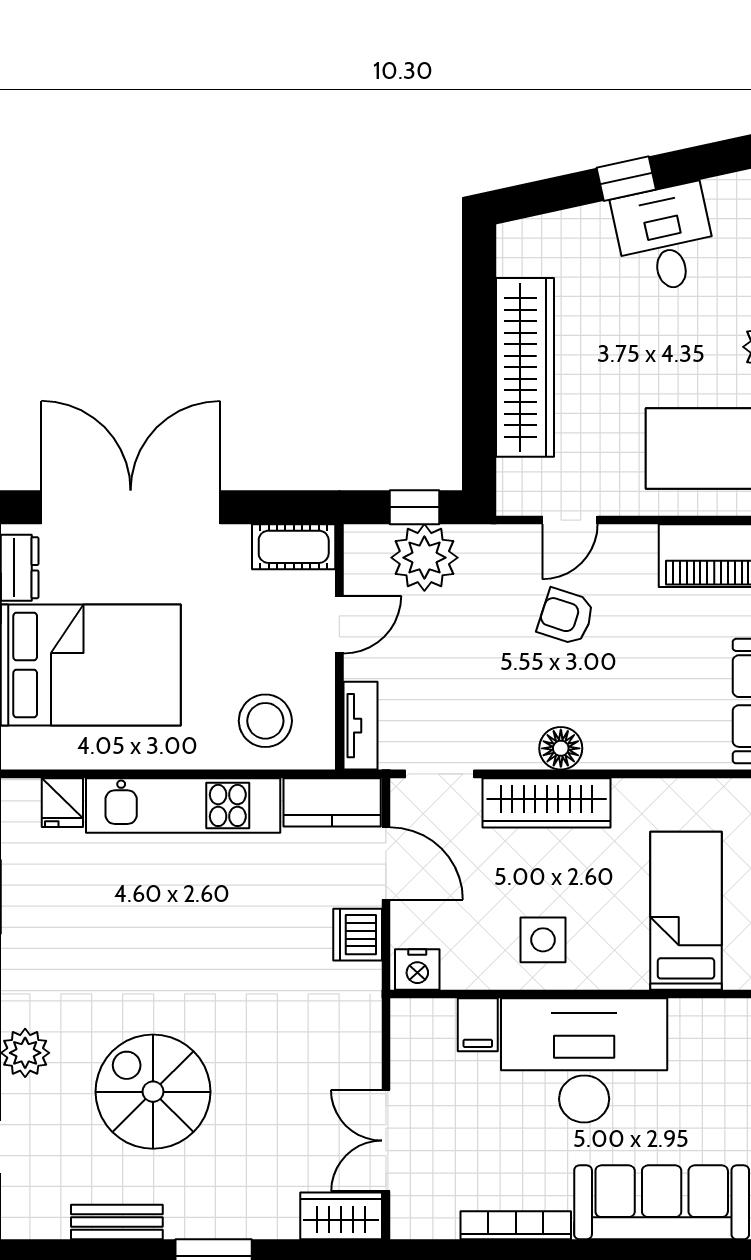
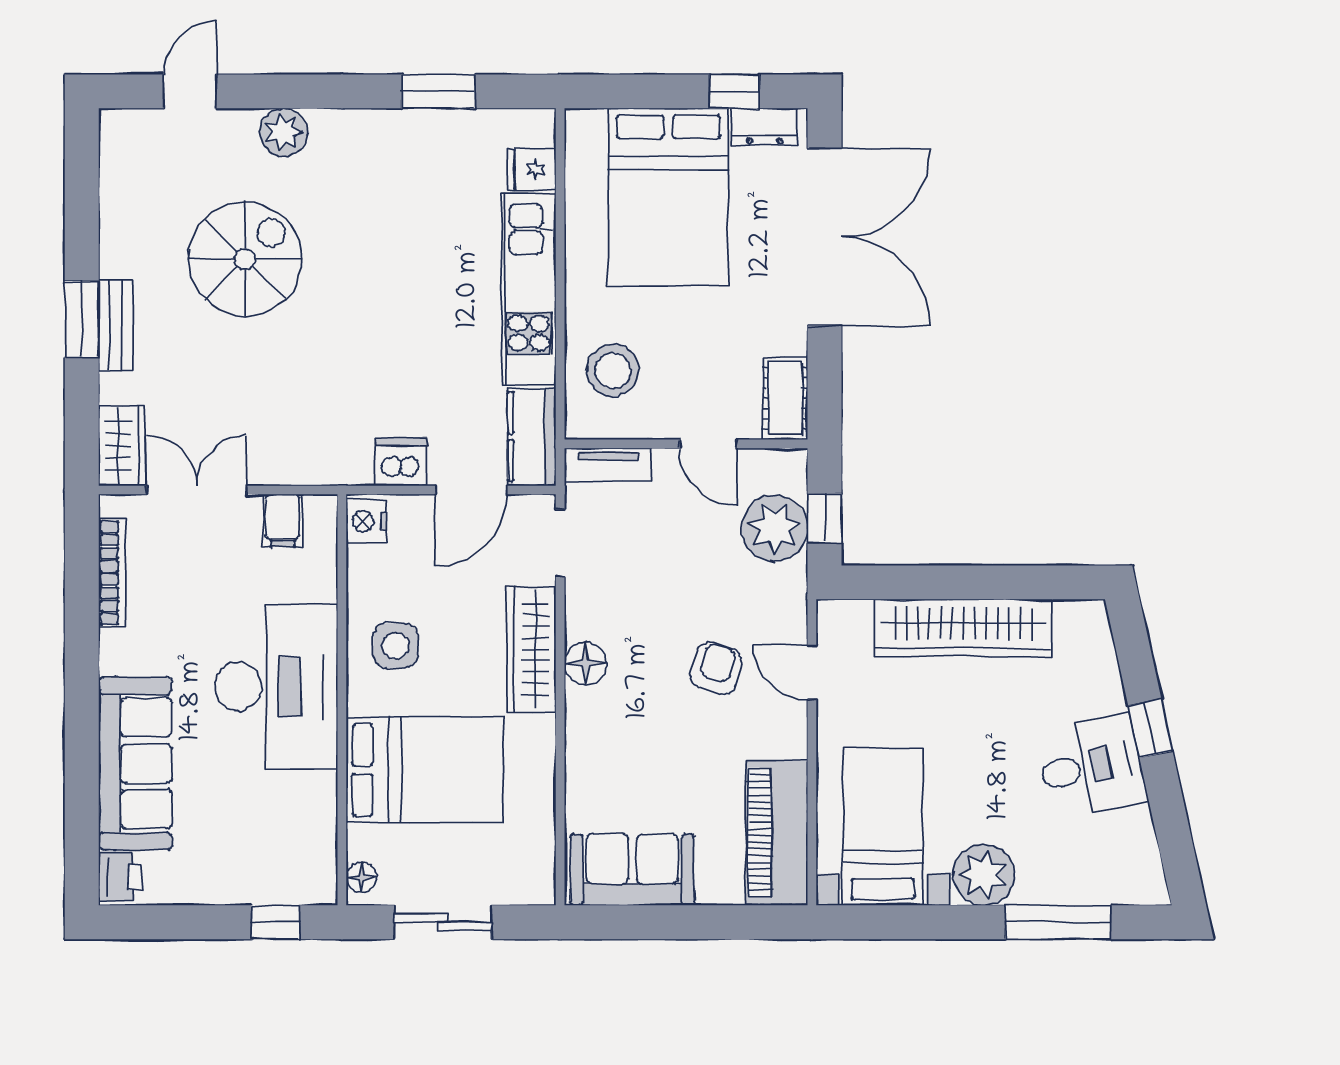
bed: (686, 911) -> (425, 770), width x1.50
filing cabinet: (478, 1025) -> (283, 521), moved, turned -90
bench: (117, 1222) -> (116, 326), moved
bookcase: (516, 1225) -> (113, 573), moved

